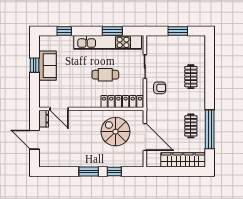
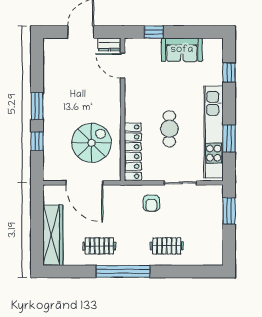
window: (178, 31) -> (229, 211), moved
window: (35, 65) -> (154, 32), moved
door: (59, 109) -> (123, 66), hinge flipped
window: (210, 129) -> (123, 271), moved
door: (145, 137) -> (84, 183), hinge flipped

